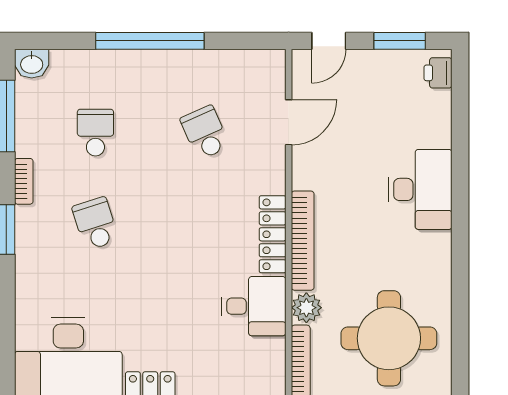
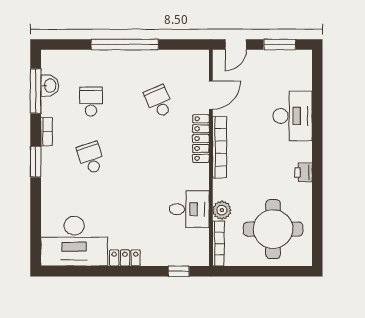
washbasin: (32, 64) -> (50, 86), moved, turned -90
printer: (438, 73) -> (303, 173), moved
desk: (420, 189) -> (293, 116), moved
locker: (273, 234) -> (201, 139), moved
bookcase: (303, 241) -> (220, 147), moved

